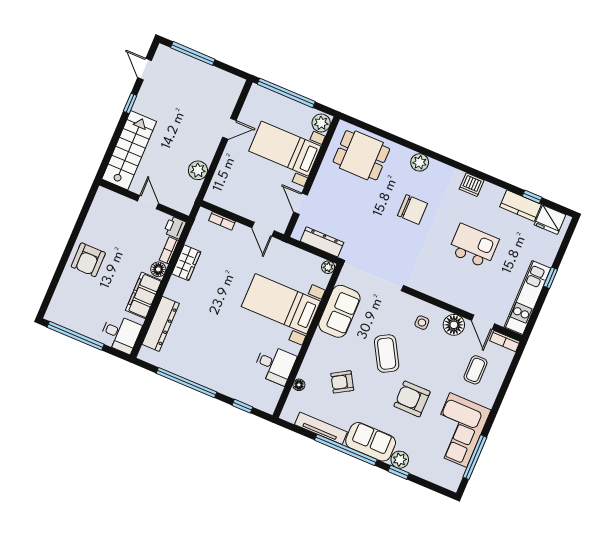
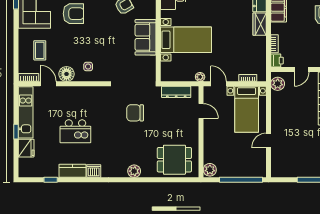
bed with nightstands: (285, 149) -> (247, 109), moved, turned 90
plant: (198, 170) -> (278, 84), moved
door: (148, 202) -> (302, 70), hinge flipped
kitchen counter: (521, 206) -> (73, 171), moved
chair: (413, 210) -> (135, 113), moved
fridge: (550, 220) -> (26, 148), moved, turned 90
wardrobe: (186, 263) -> (260, 24), moved
plant: (328, 267) -> (200, 77), moved
floor lamp: (158, 269) -> (276, 28), removed
sofa: (339, 311) -> (146, 37), moved
coffee table: (387, 354) -> (103, 36), removed

